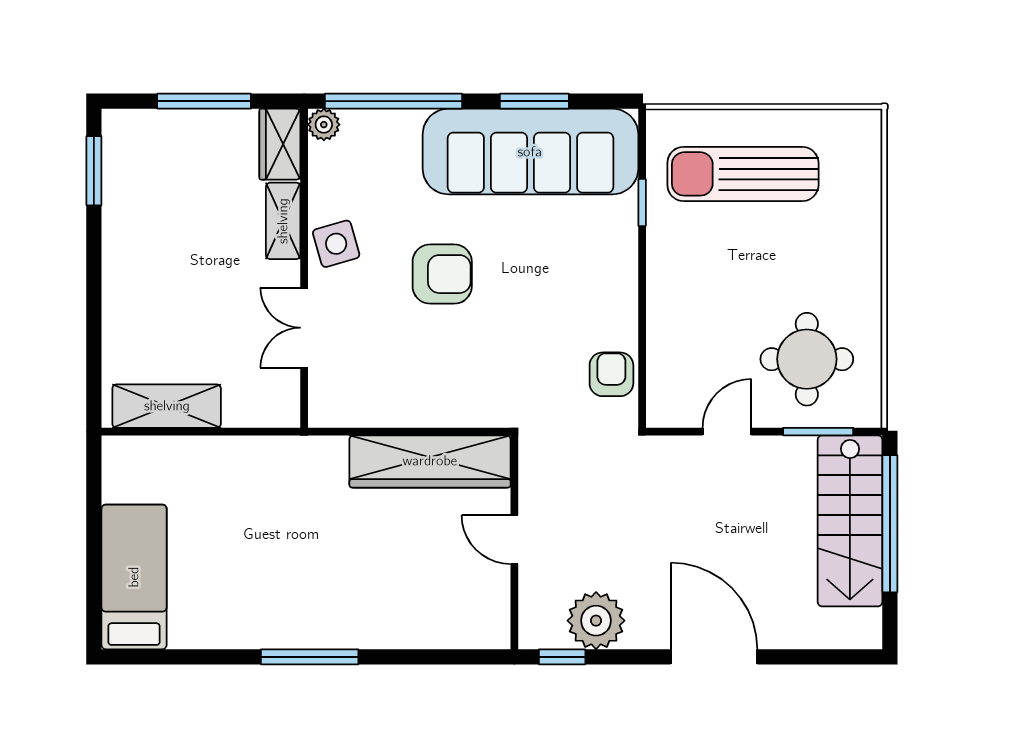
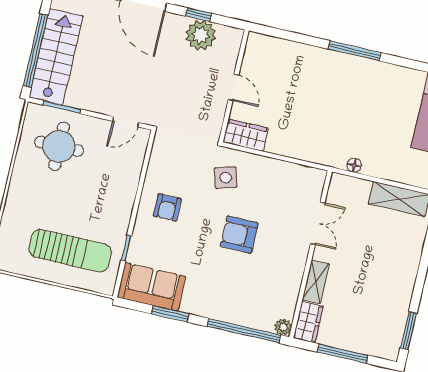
sofa: (530, 152) -> (151, 287), width x0.54, depth x0.79
side table: (336, 244) -> (226, 178), moved
armchair: (611, 374) -> (167, 207), moved
door: (727, 432) -> (126, 122), moved
floor lamp: (262, 449) -> (354, 165), added
wardrobe: (430, 461) -> (246, 135), width x0.48, depth x0.85
window: (562, 657) -> (199, 15), moved

